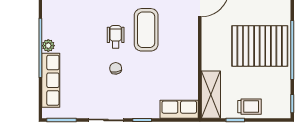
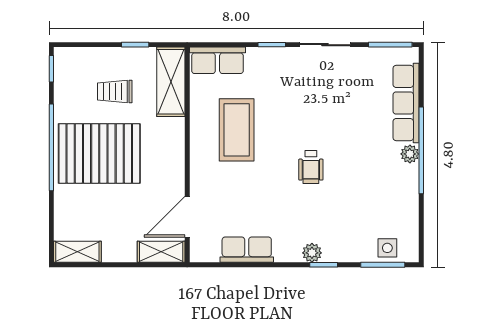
coffee table: (146, 30) -> (237, 130), moved
chair: (116, 68) -> (311, 121), removed
trolley: (249, 107) -> (115, 91), moved

